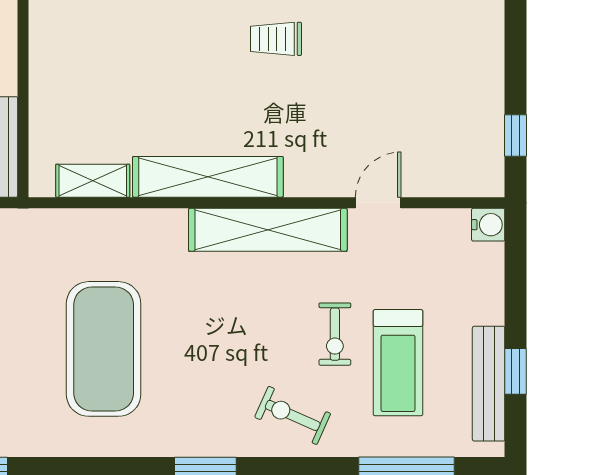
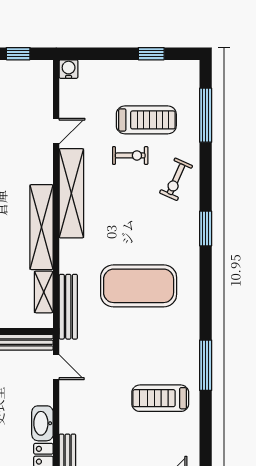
door: (378, 203) -> (56, 131), swing flipped
bench: (489, 384) -> (68, 307), moved, turned 90

